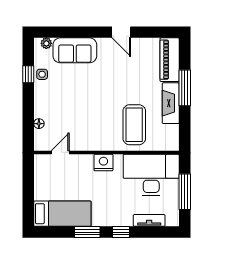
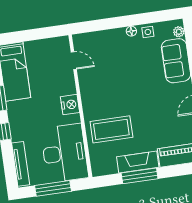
window: (28, 74) -> (146, 18), removed
window: (185, 88) -> (140, 176), moved
floor lamp: (39, 124) -> (131, 31), moved
tv unit: (149, 220) -> (21, 164), width x1.41

